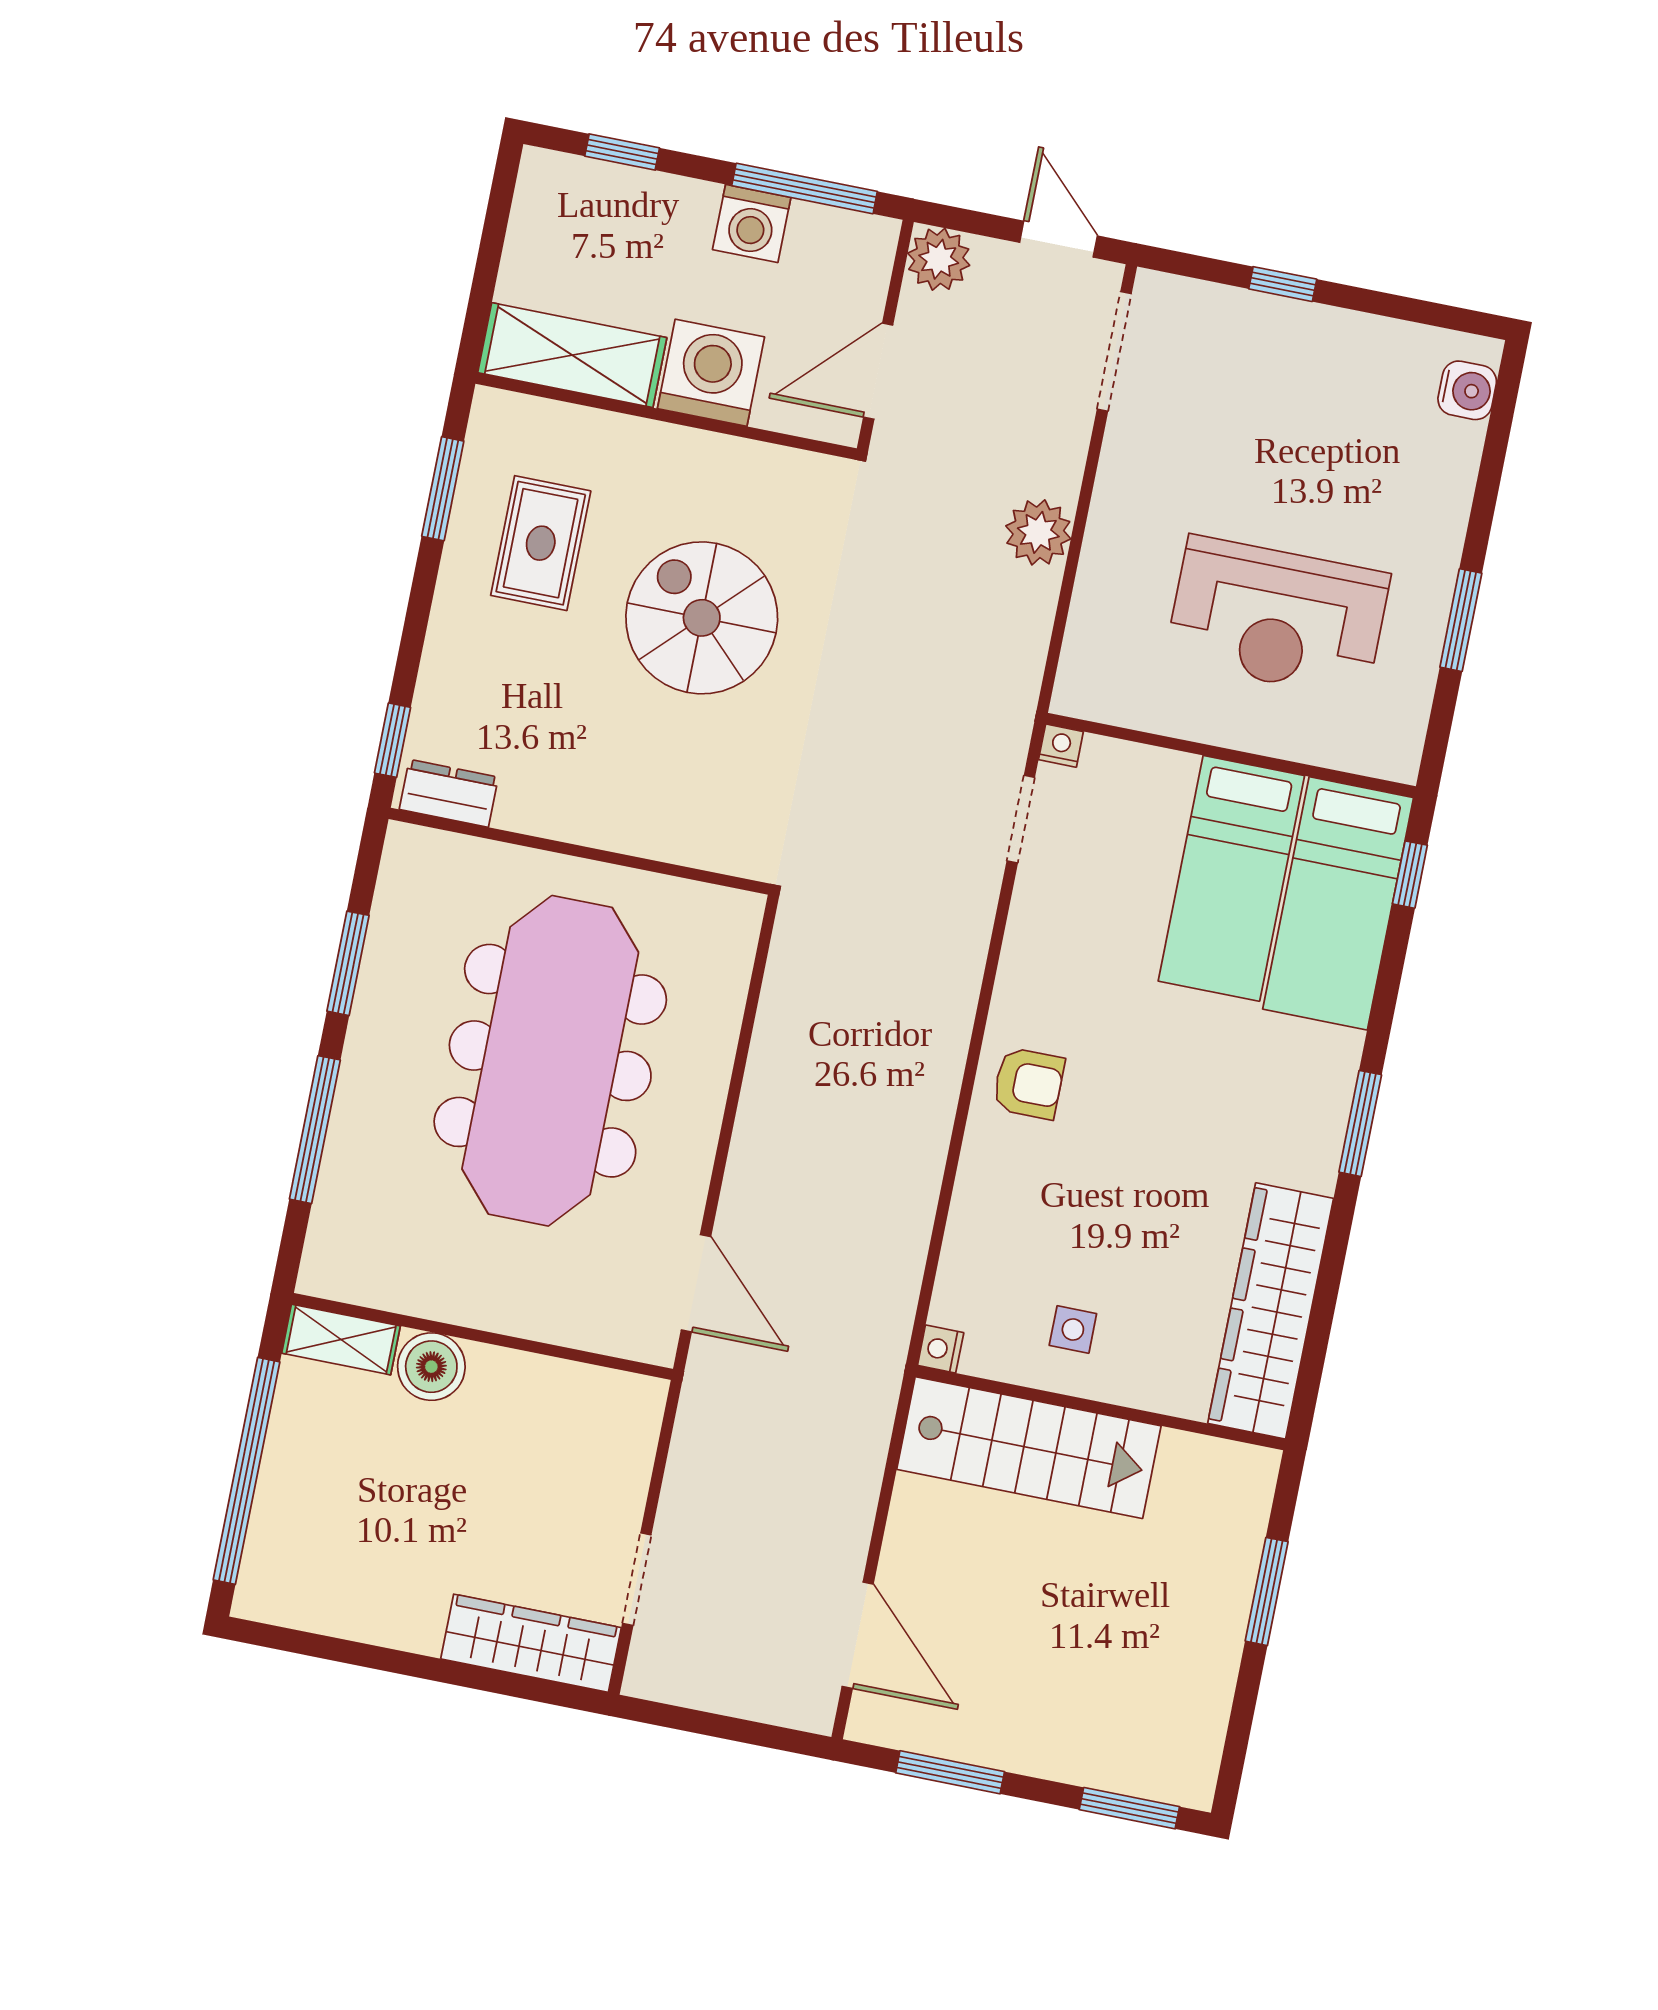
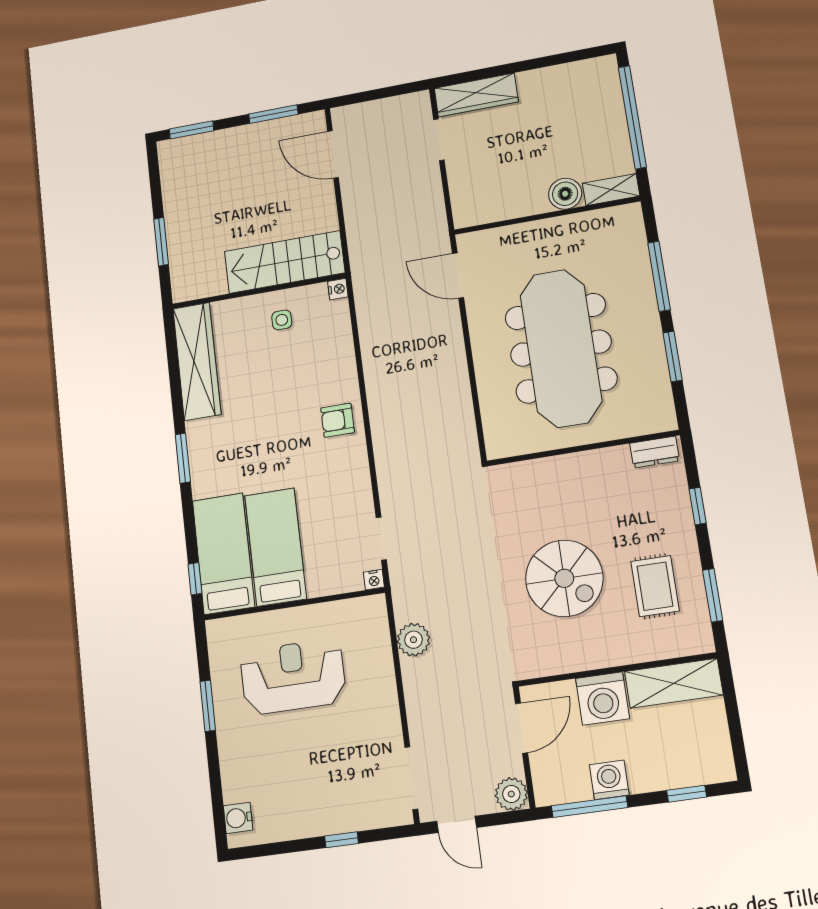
plant: (1038, 532) -> (413, 640), moved
window: (393, 740) -> (698, 506), moved

